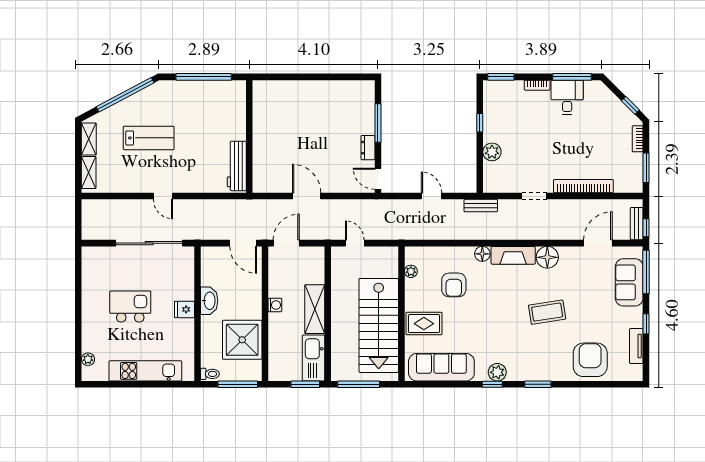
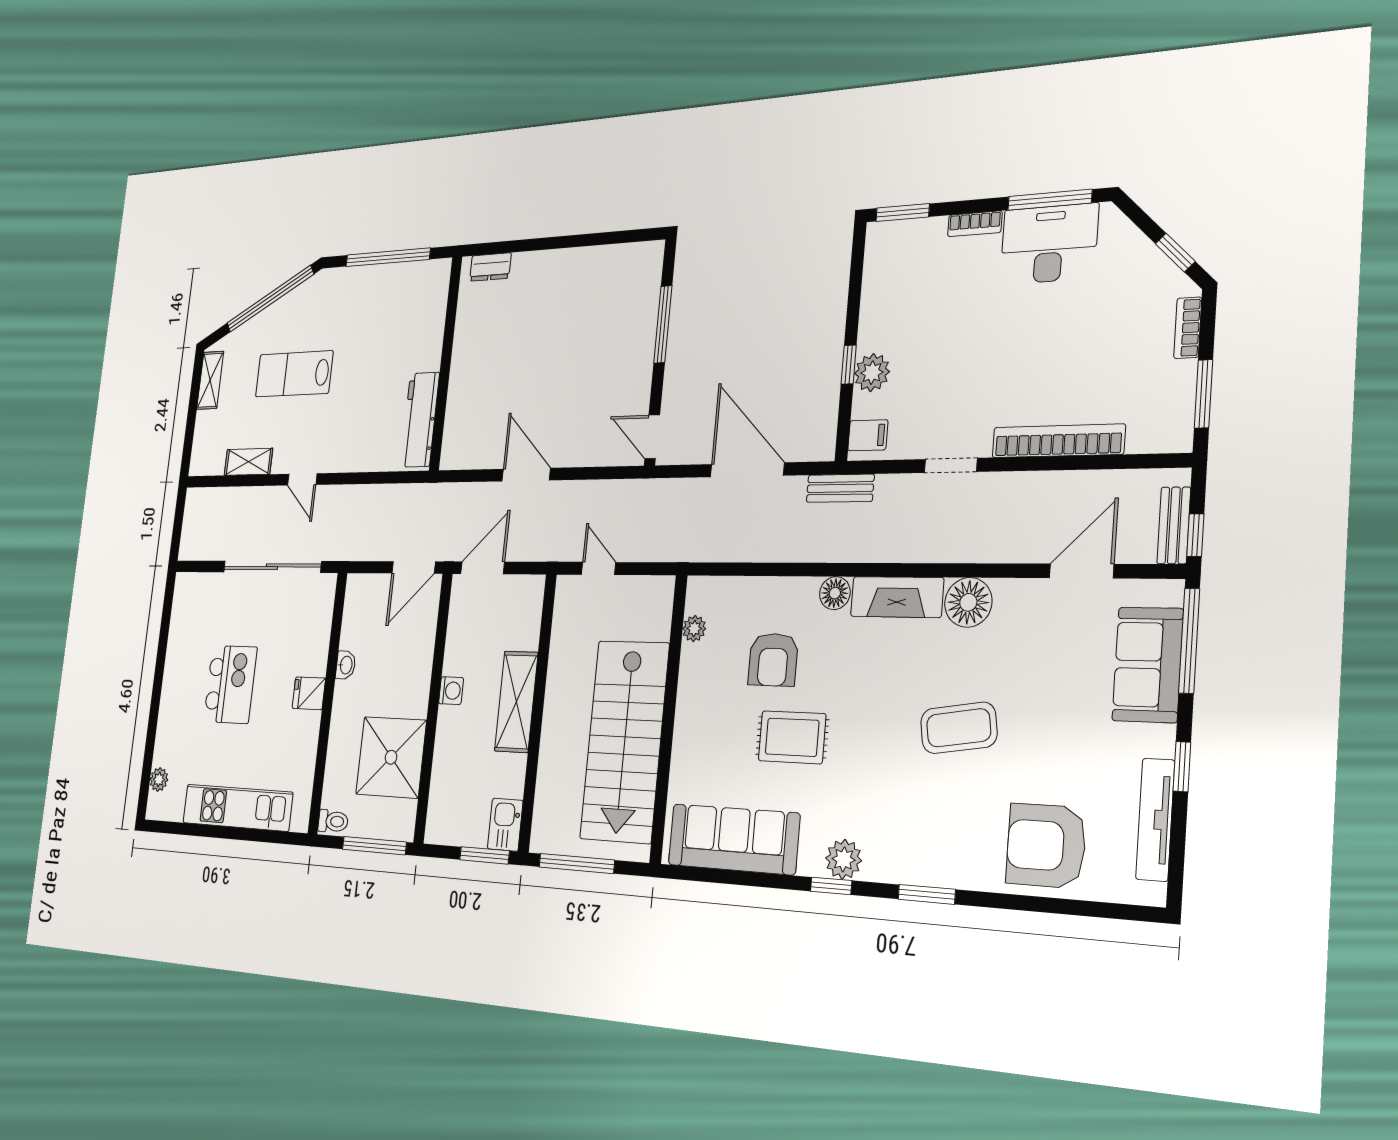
desk: (567, 97) -> (1049, 244), width x1.37
window: (480, 123) -> (849, 365), moved
lab bench: (149, 138) -> (294, 374), turned 180
dresser: (368, 148) -> (490, 267), moved, turned -90
shelving: (89, 173) -> (248, 462), moved, turned 90
filing cabinet: (492, 181) -> (868, 435), added
door: (432, 196) -> (747, 470), width x1.88
door: (243, 243) -> (414, 567), hinge flipped
washbasin: (209, 301) -> (346, 665), width x0.52, depth x0.69
kitchen island: (130, 307) -> (230, 684), turned 90
rug: (424, 324) -> (792, 737), moved
tv unit: (636, 346) -> (1155, 820), width x1.41
kitchen sink: (313, 358) -> (505, 825), width x0.53, depth x0.81
armchair: (590, 360) -> (1046, 846), turned -90

